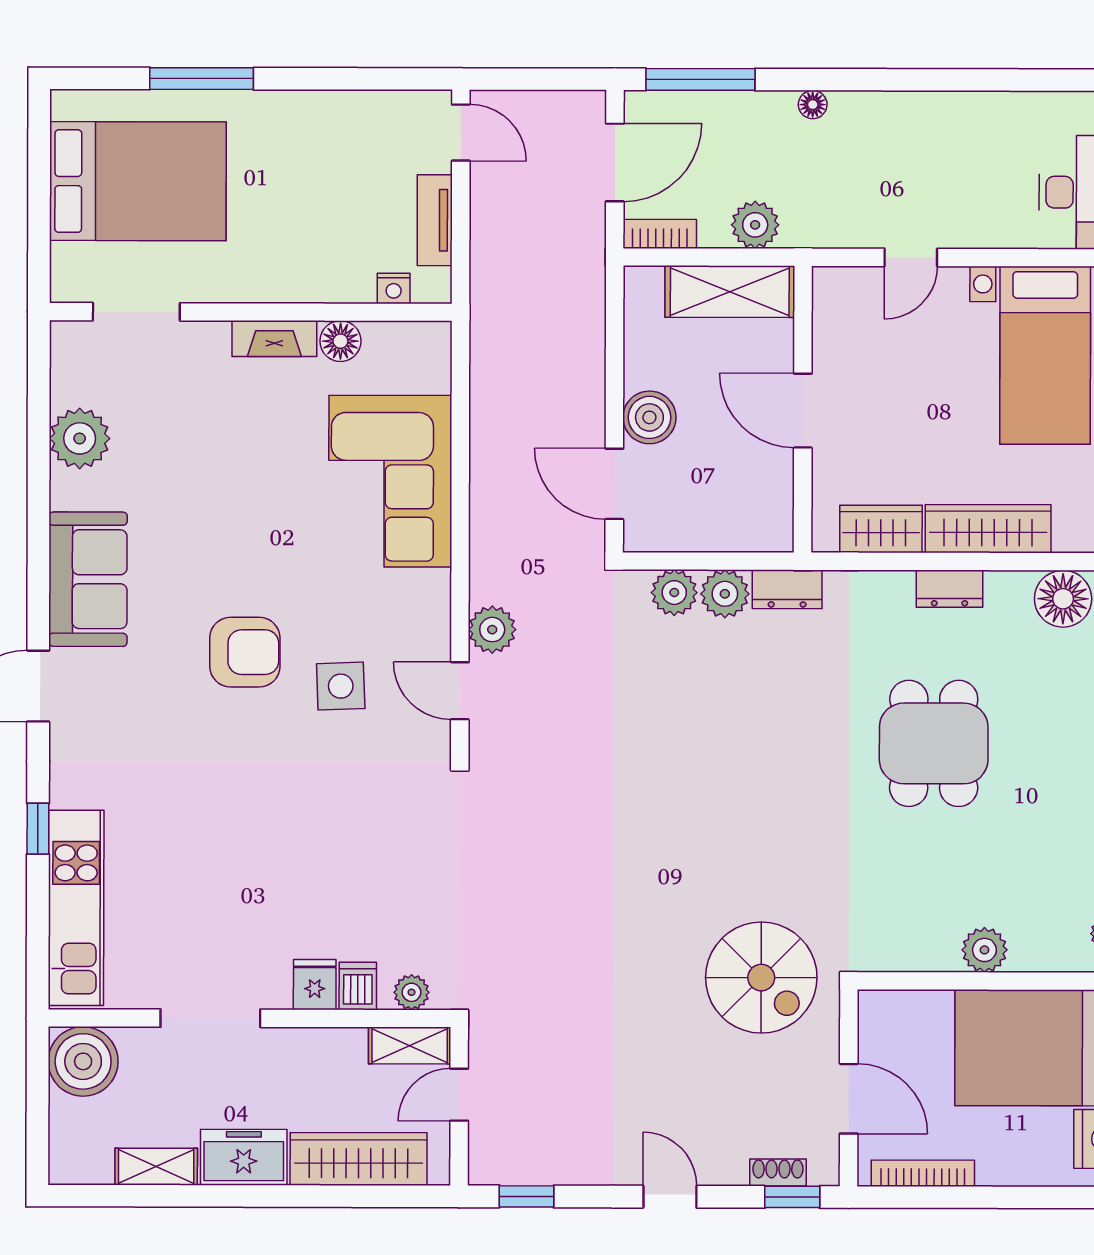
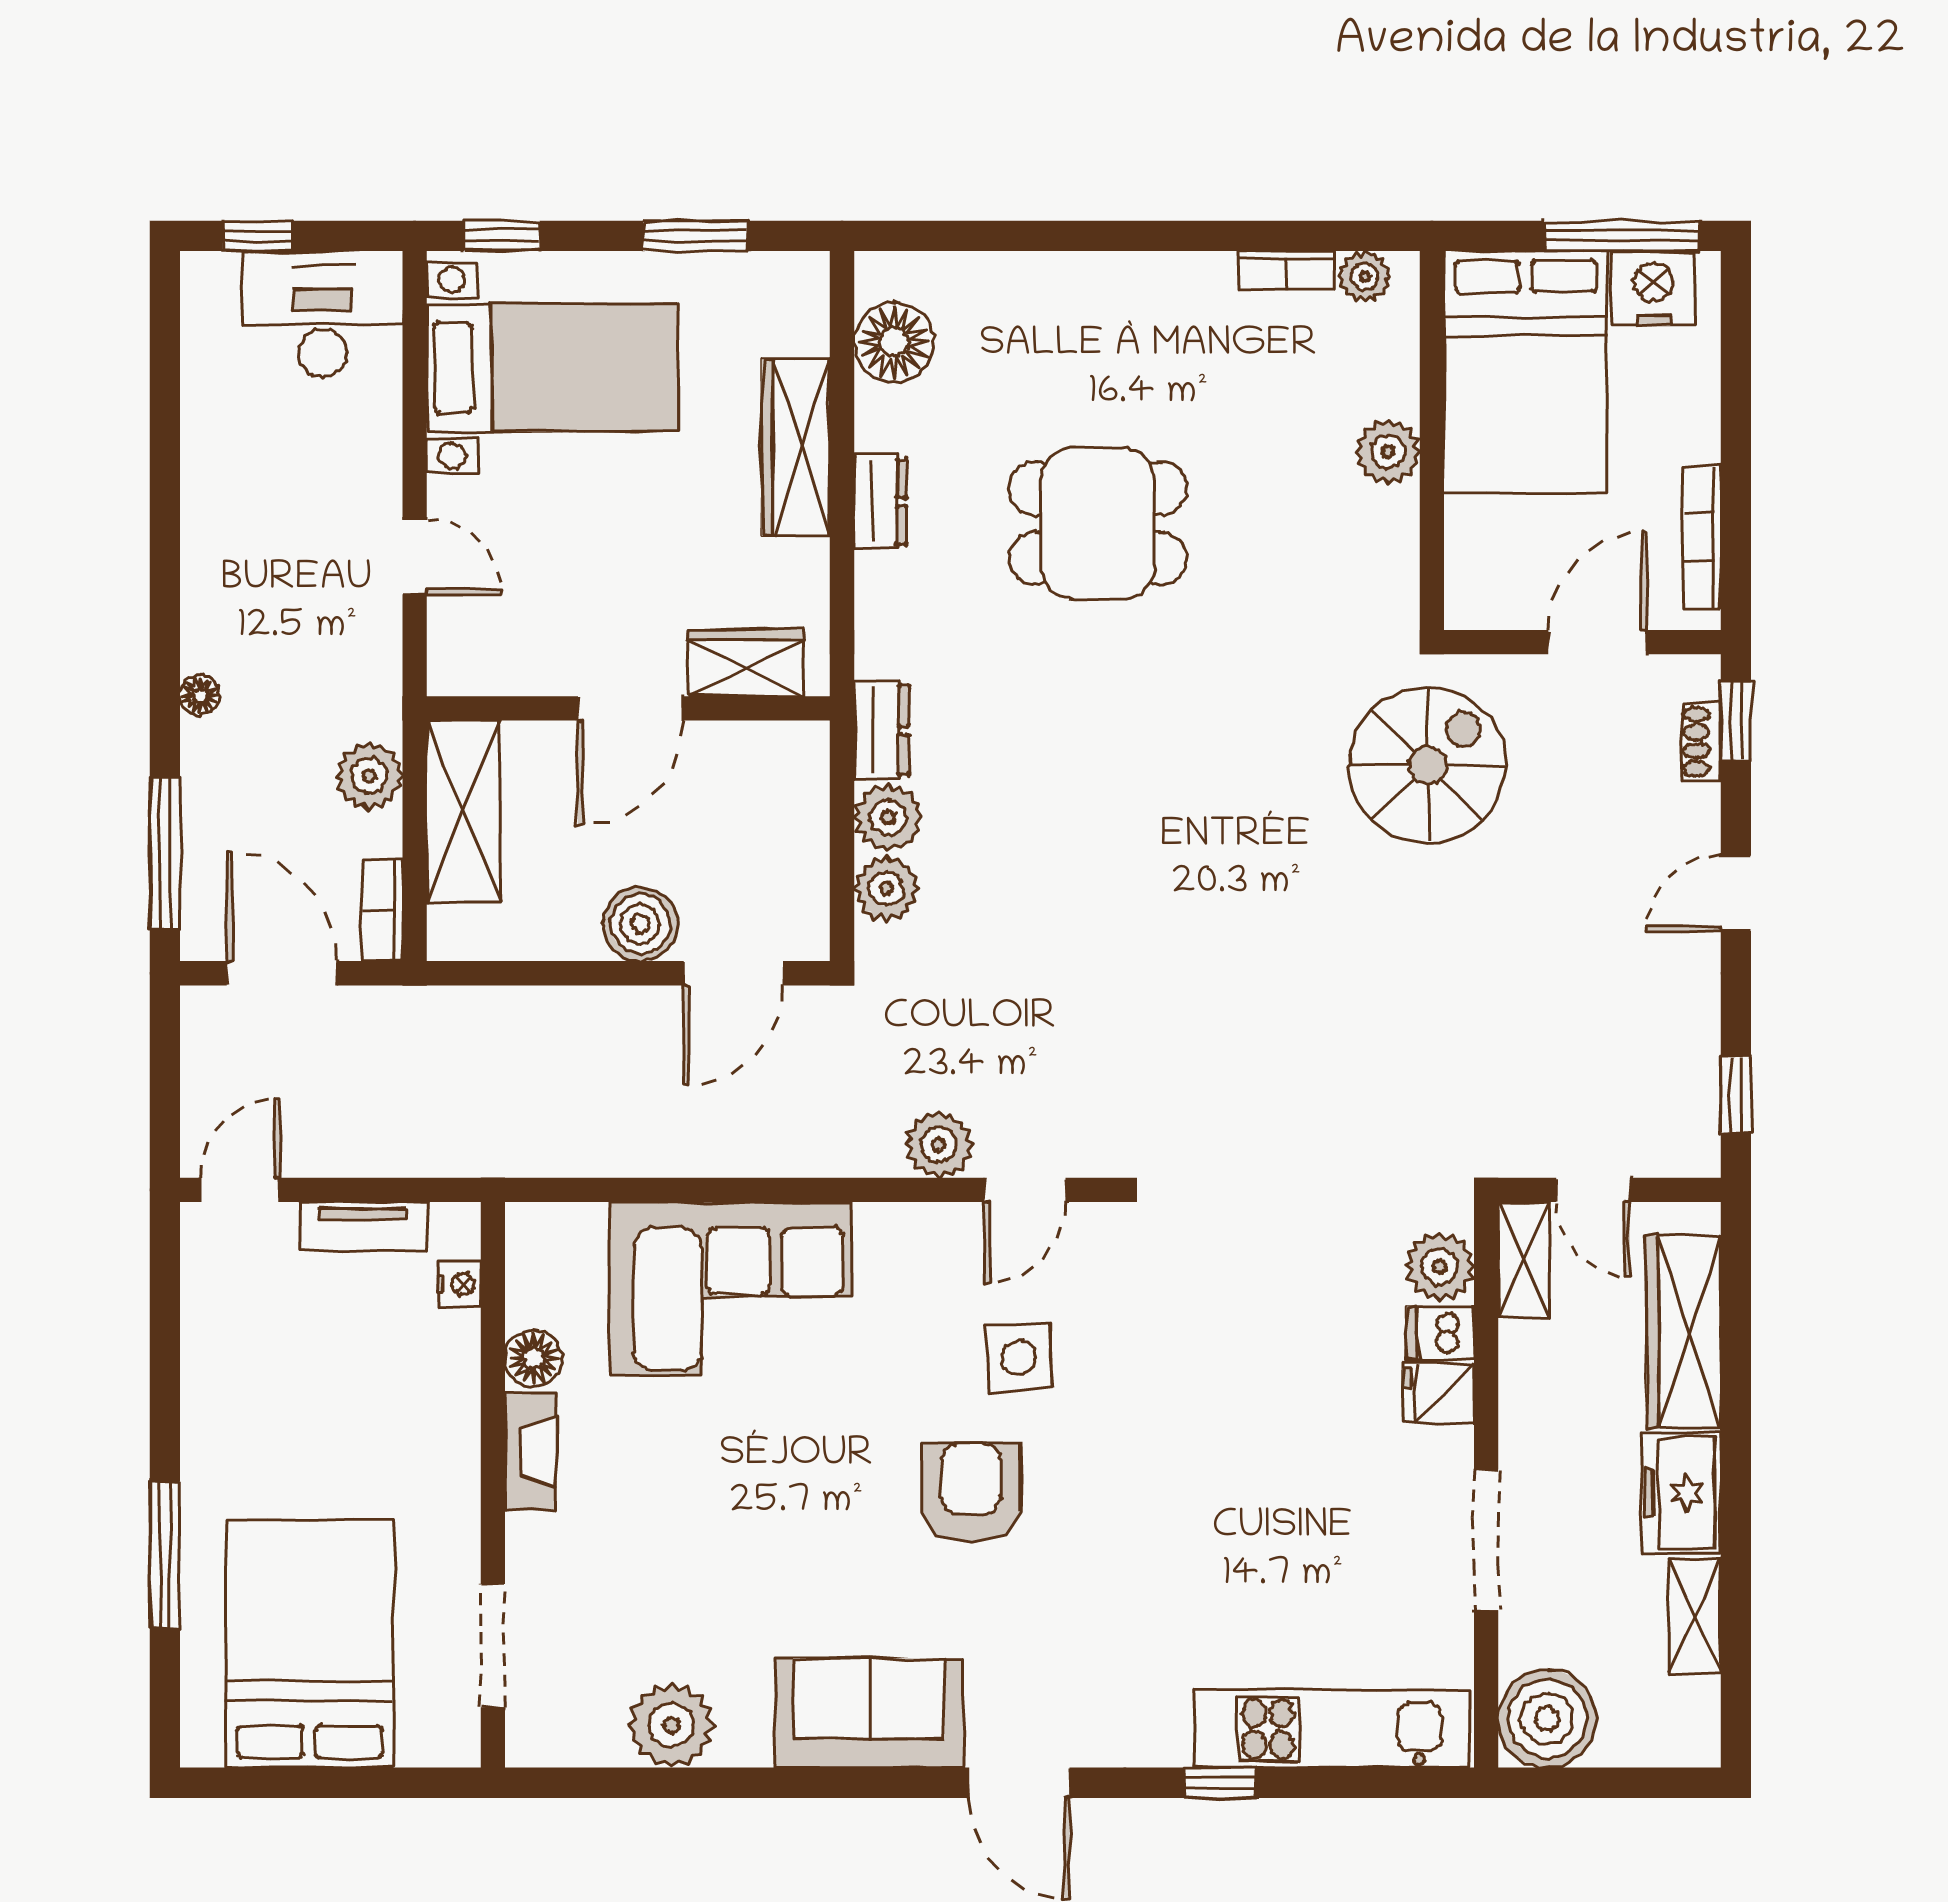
wardrobe: (881, 529) -> (746, 663), moved, turned 90
plant: (411, 992) -> (1440, 1266), width x1.38, depth x1.38

